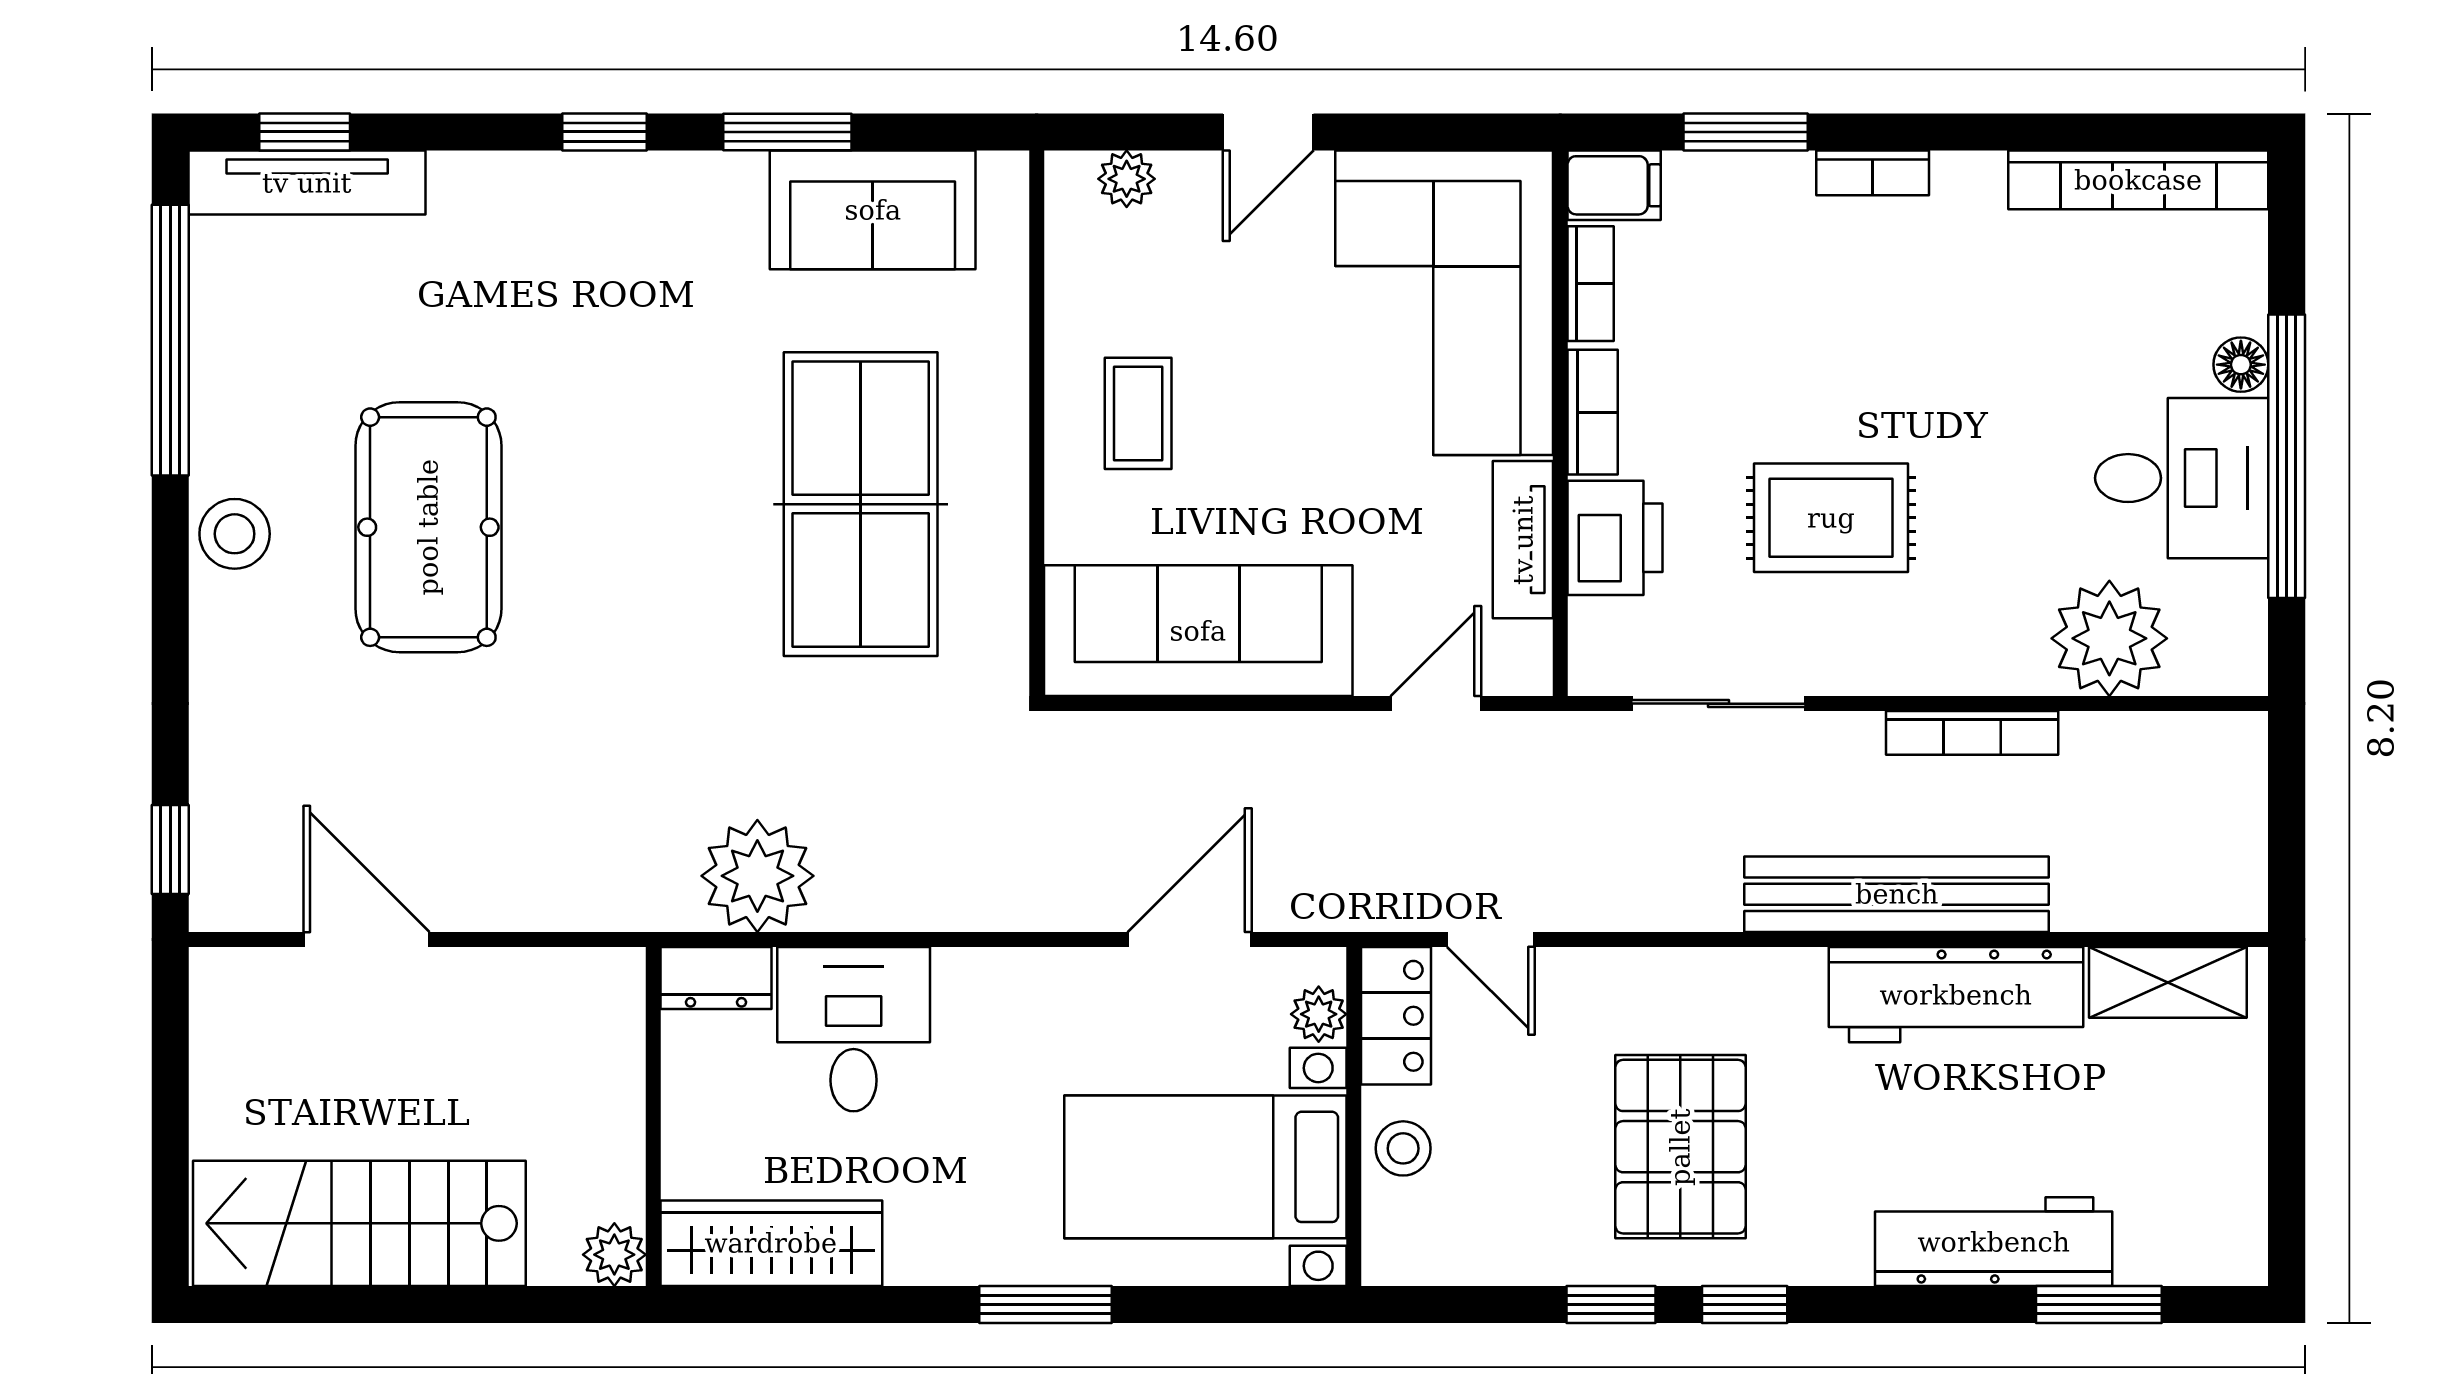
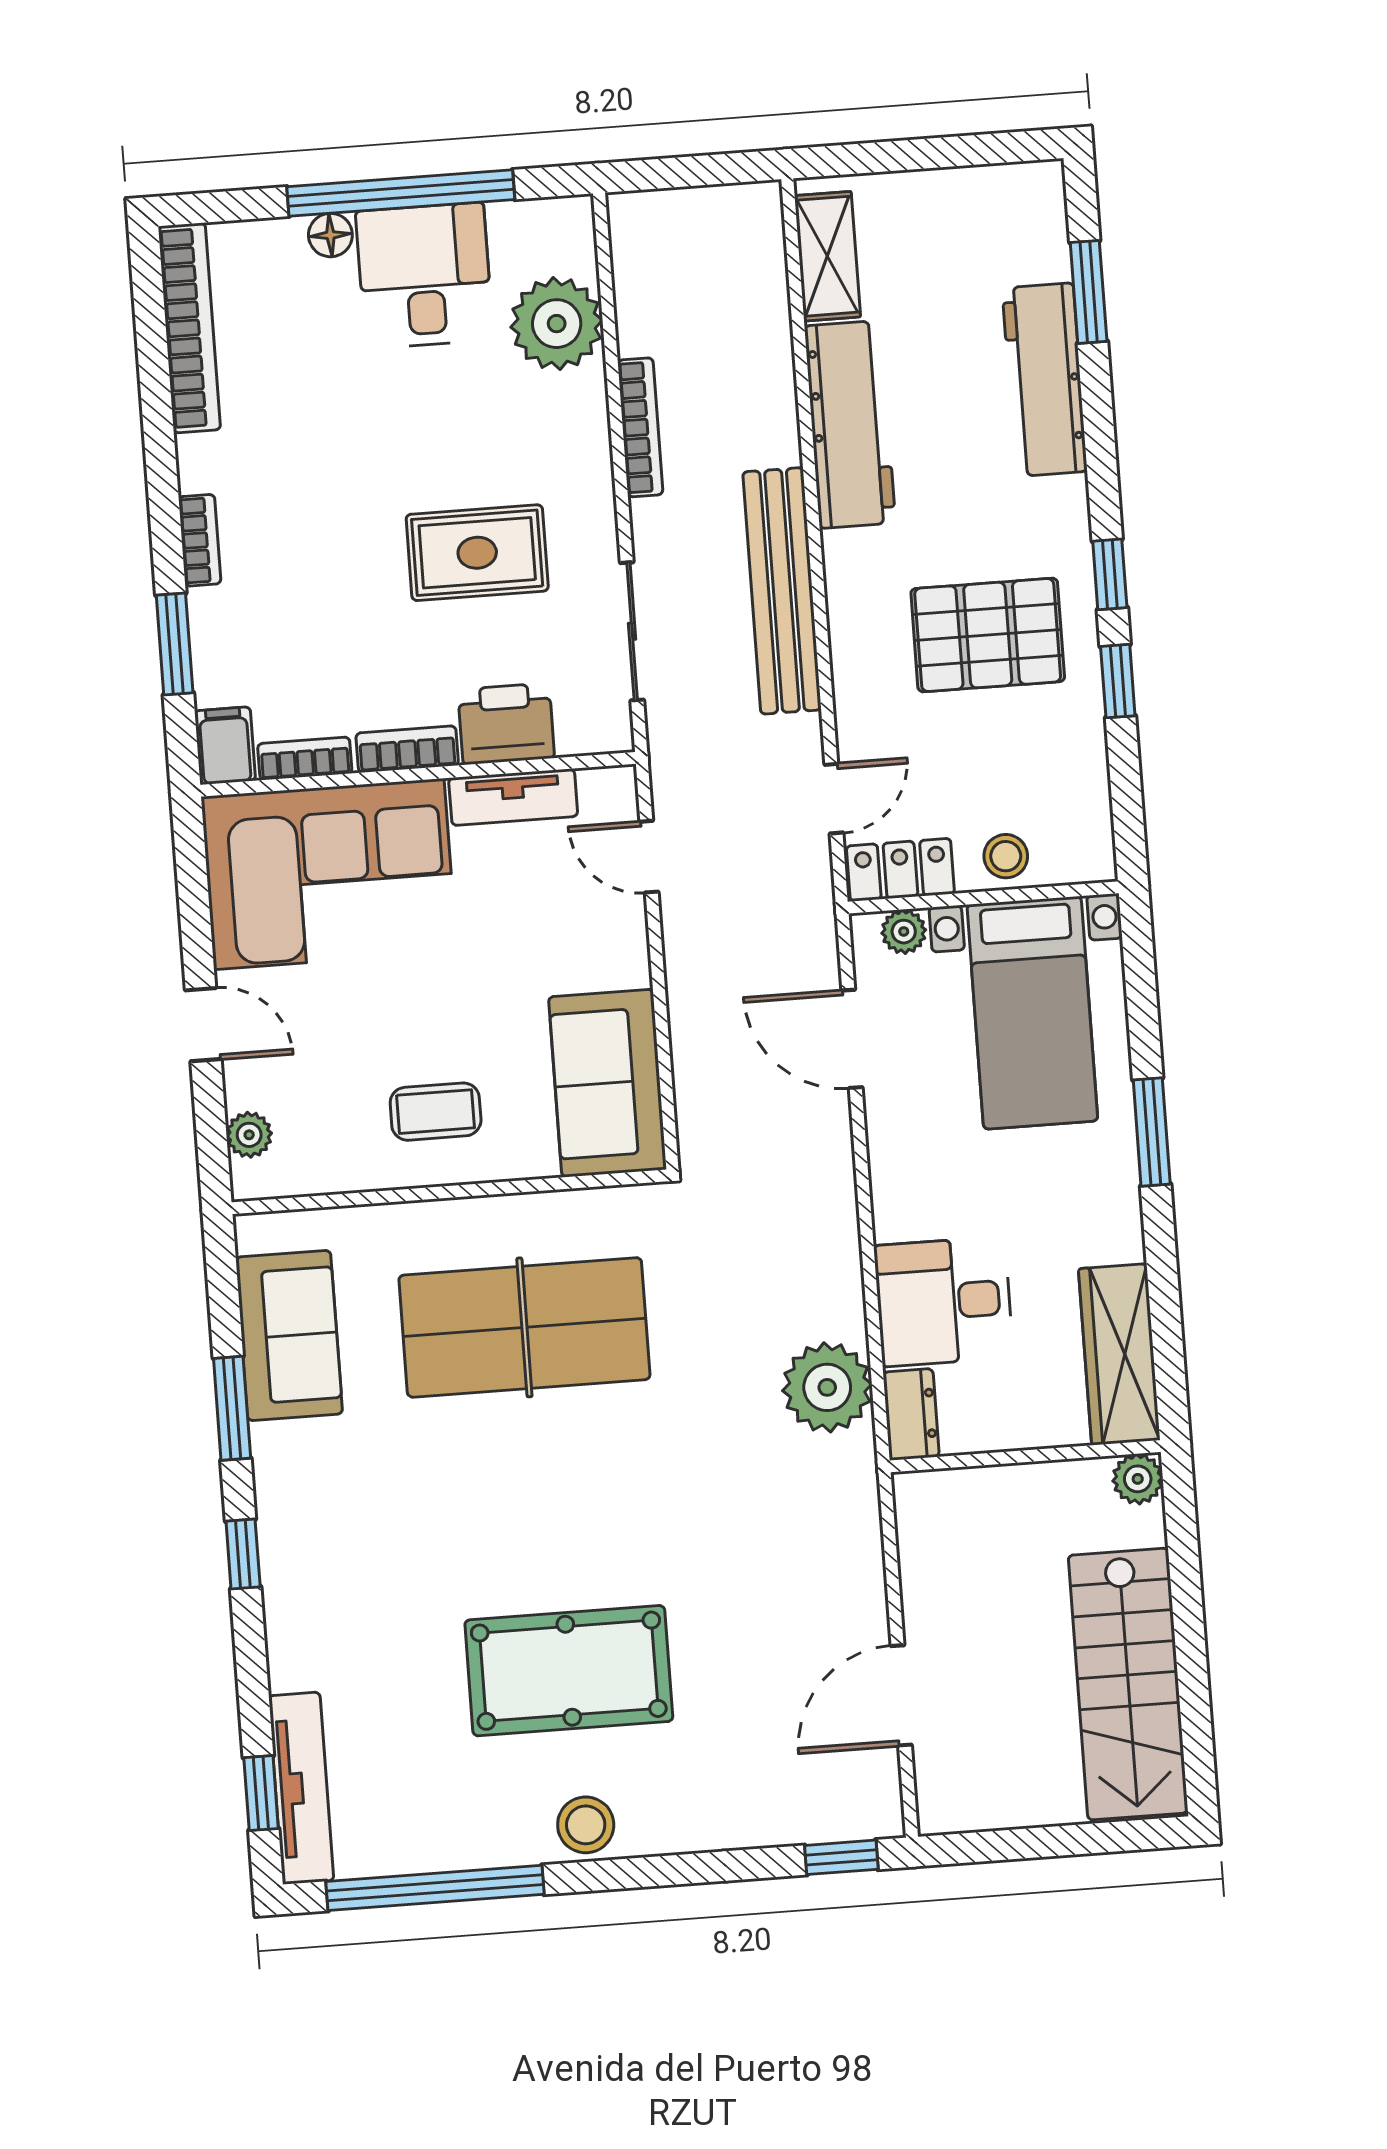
rug: (1831, 518) -> (477, 553), turned 90
sofa: (1198, 631) -> (608, 1083), width x0.73
bench: (1897, 894) -> (782, 591), moved

